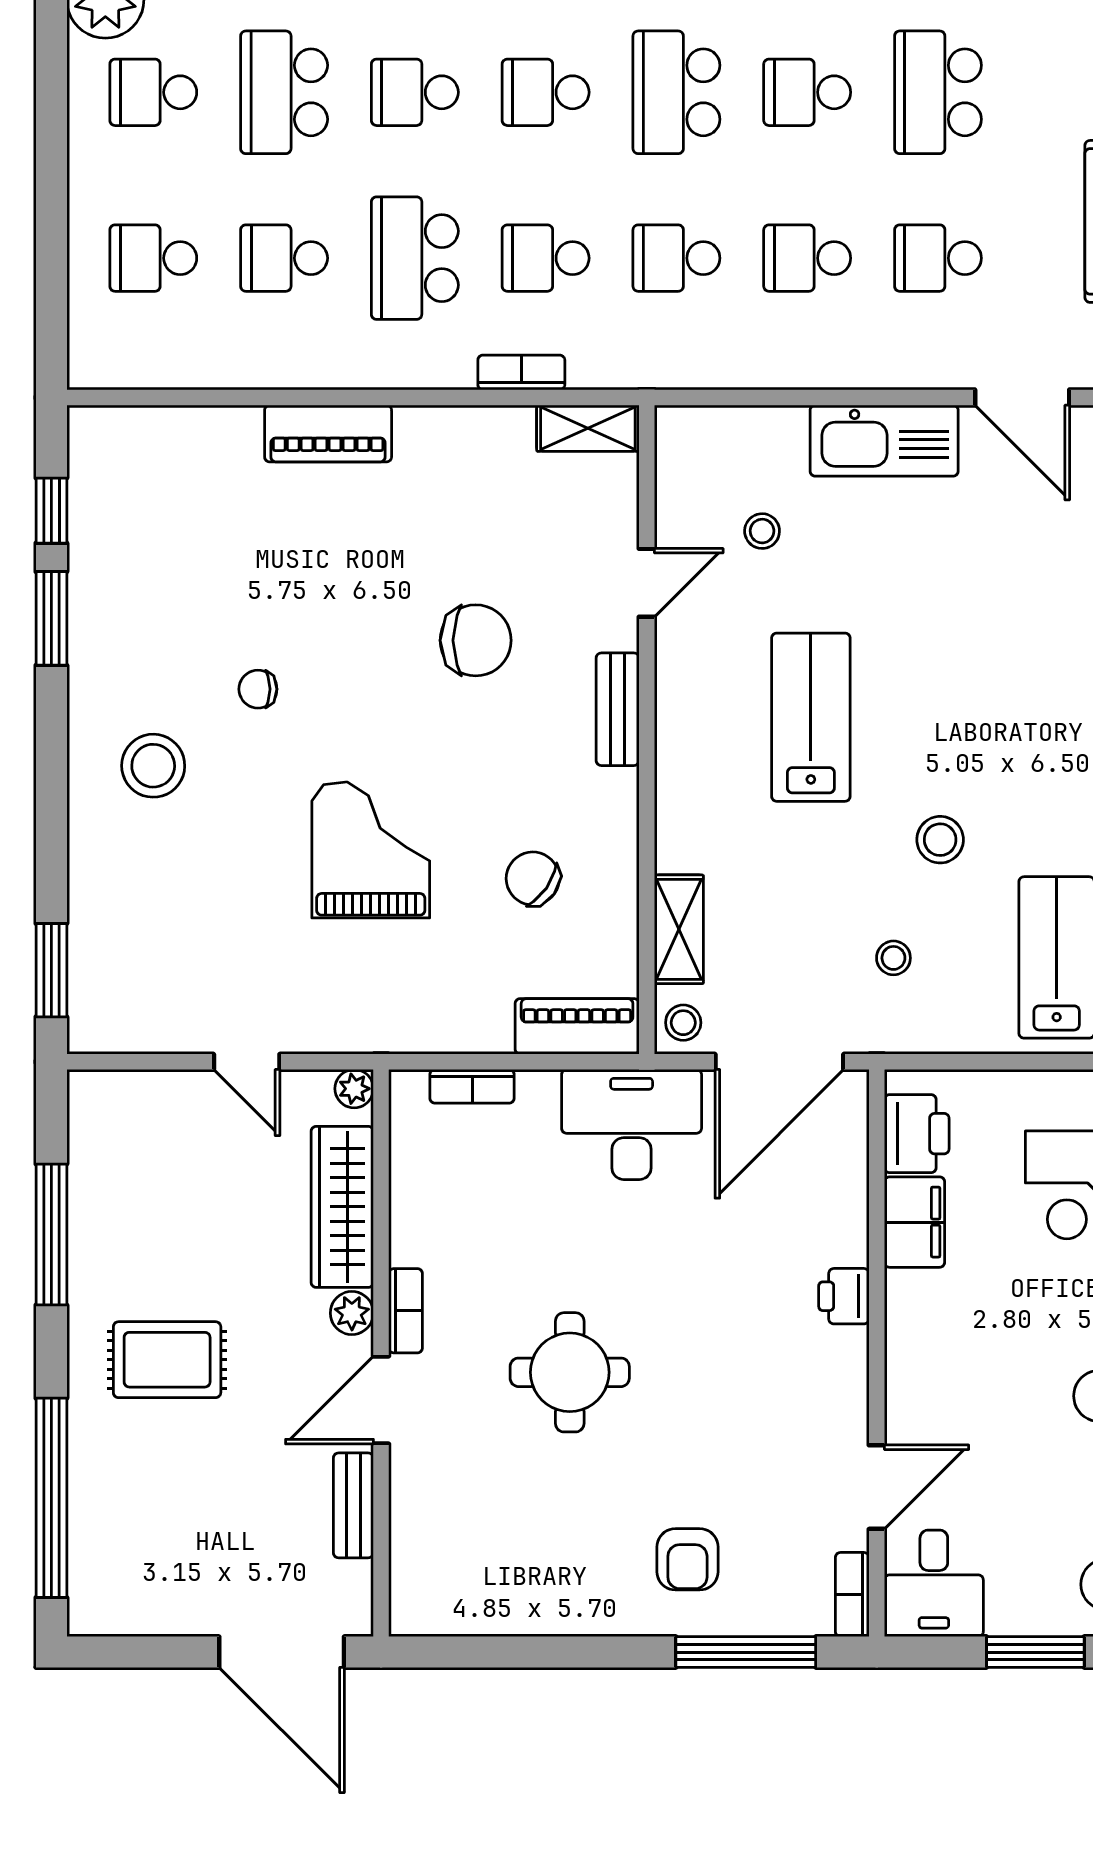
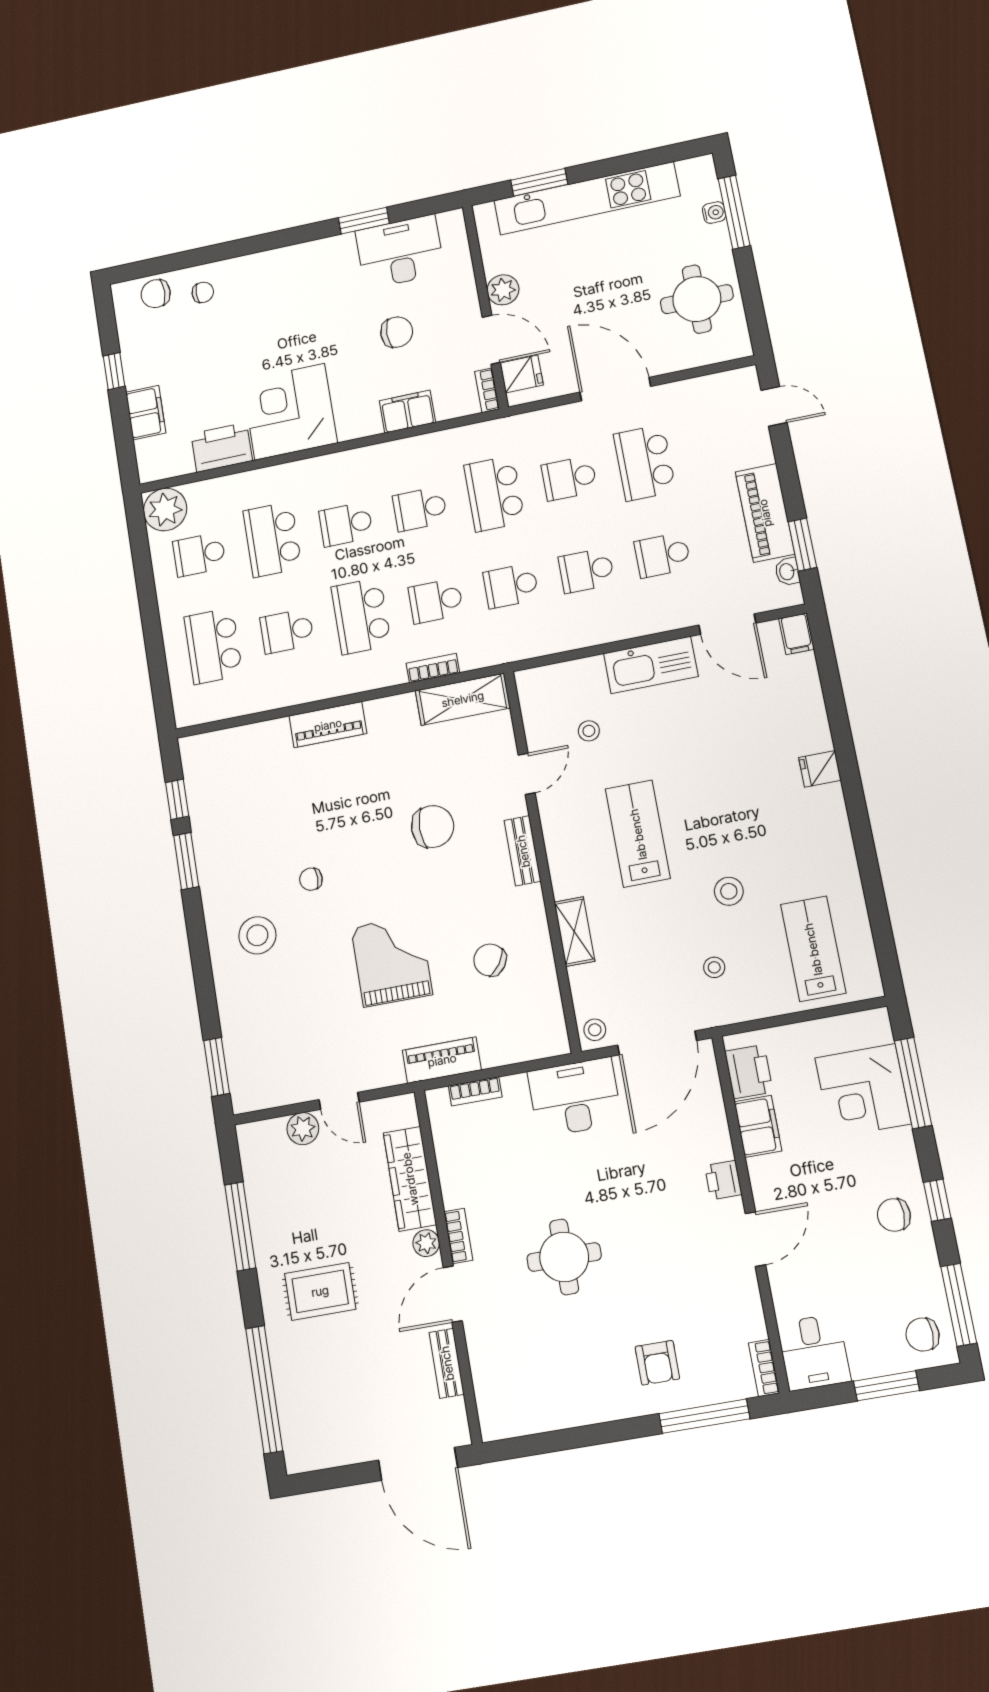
school desk: (153, 258) -> (213, 646), width x1.85
shelving: (588, 428) -> (463, 699), width x1.50, depth x1.33
shelving: (679, 929) -> (574, 932), moved
piano: (577, 1026) -> (442, 1060), moved
plant: (354, 1089) -> (303, 1129), moved, width x1.38, depth x1.38
door: (877, 1487) -> (755, 1239), moved

